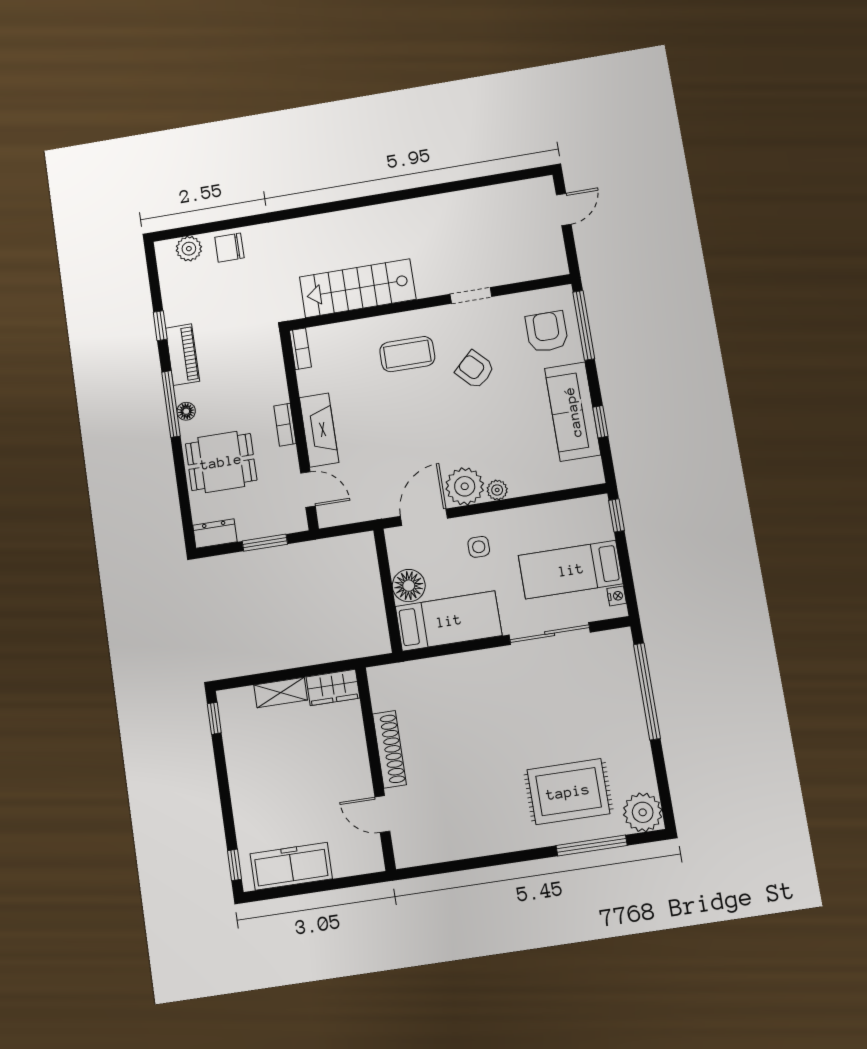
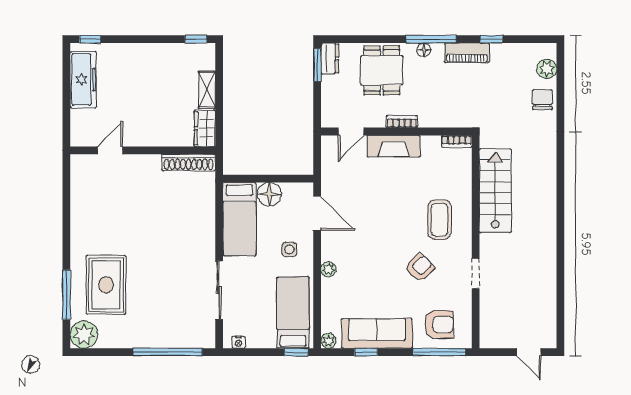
plant: (465, 486) -> (328, 341), moved, width x0.53, depth x0.53
window: (265, 543) -> (317, 65), moved
bed: (571, 570) -> (293, 313), moved
shoe rack: (389, 749) -> (189, 162), moved

